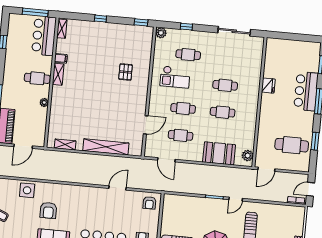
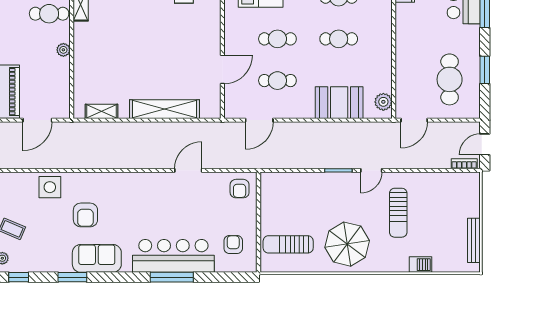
cafe table: (292, 145) -> (450, 79), turned 90
door: (166, 160) -> (259, 120), hinge flipped

